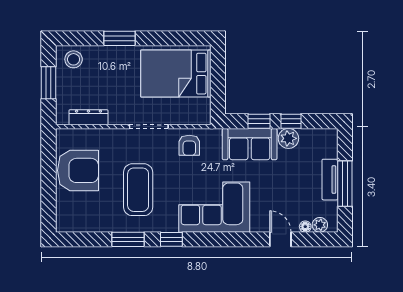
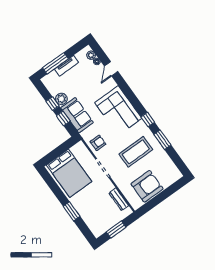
stool: (74, 59) -> (97, 226), removed
armchair: (78, 170) -> (147, 186), turned 90
window: (345, 184) -> (55, 63), moved

